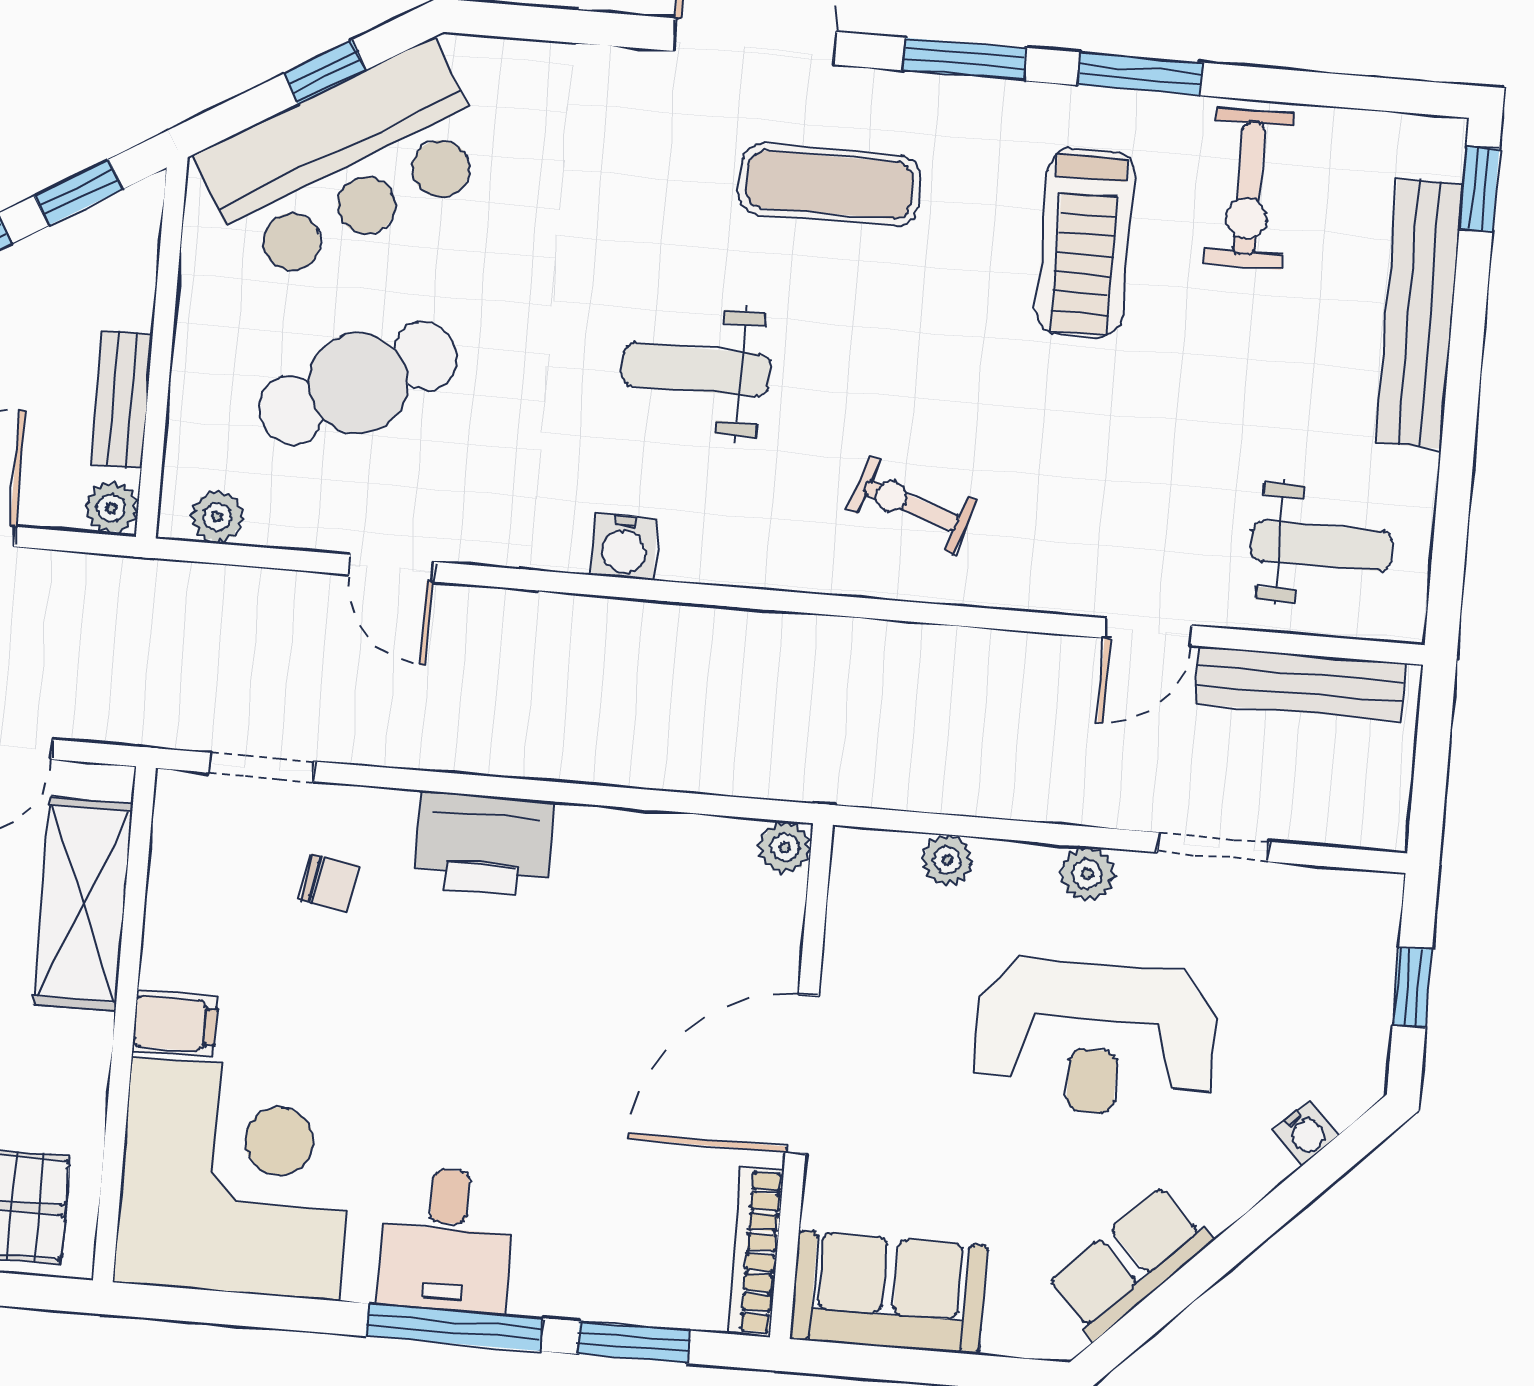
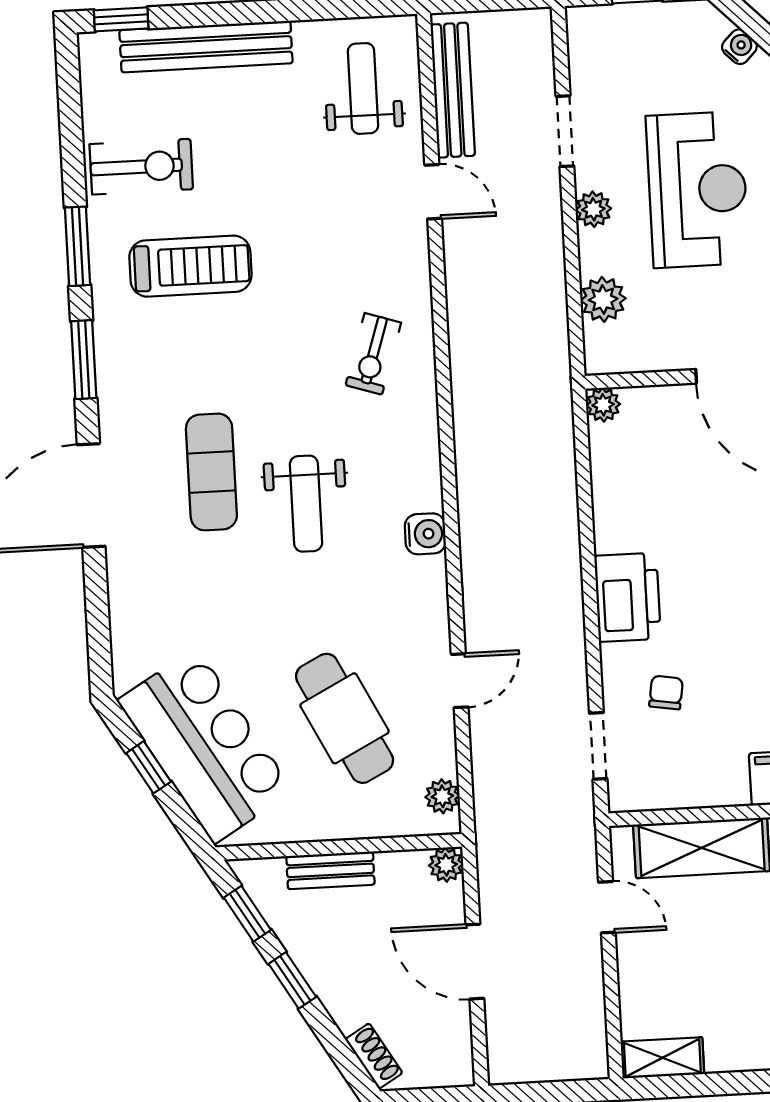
exercise mat: (829, 185) -> (211, 472), moved
bench: (122, 399) -> (330, 870), moved
plant: (947, 860) -> (603, 299), width x1.38, depth x1.38

